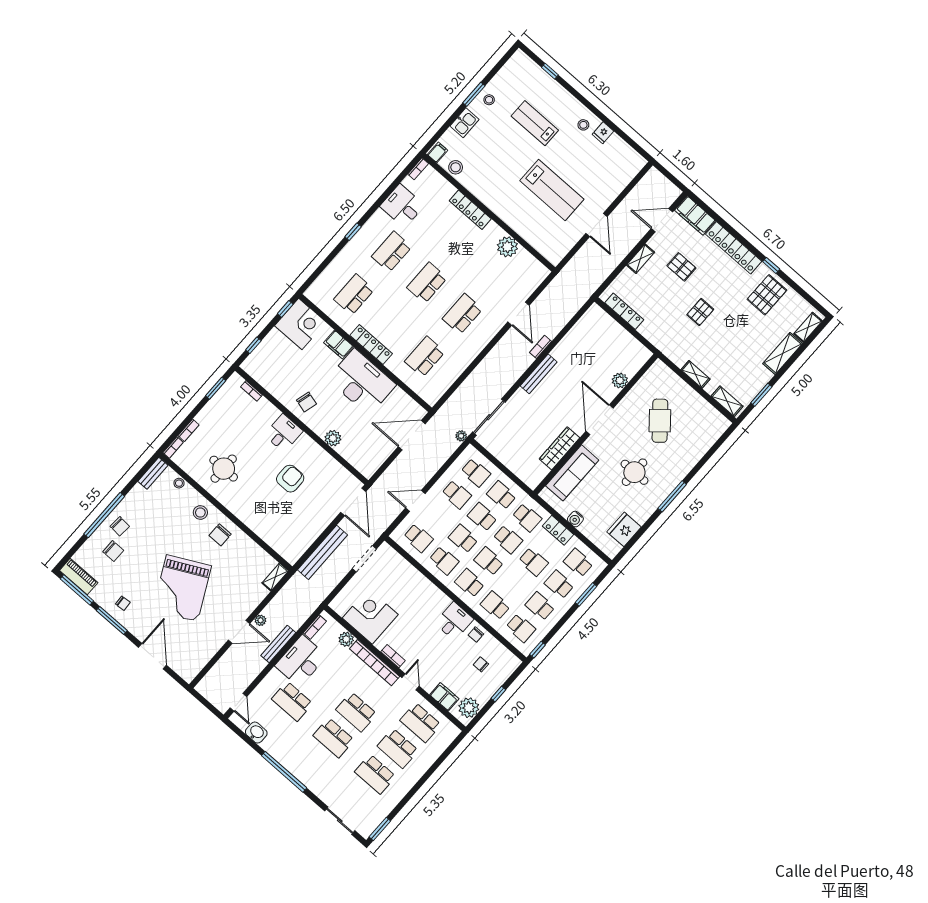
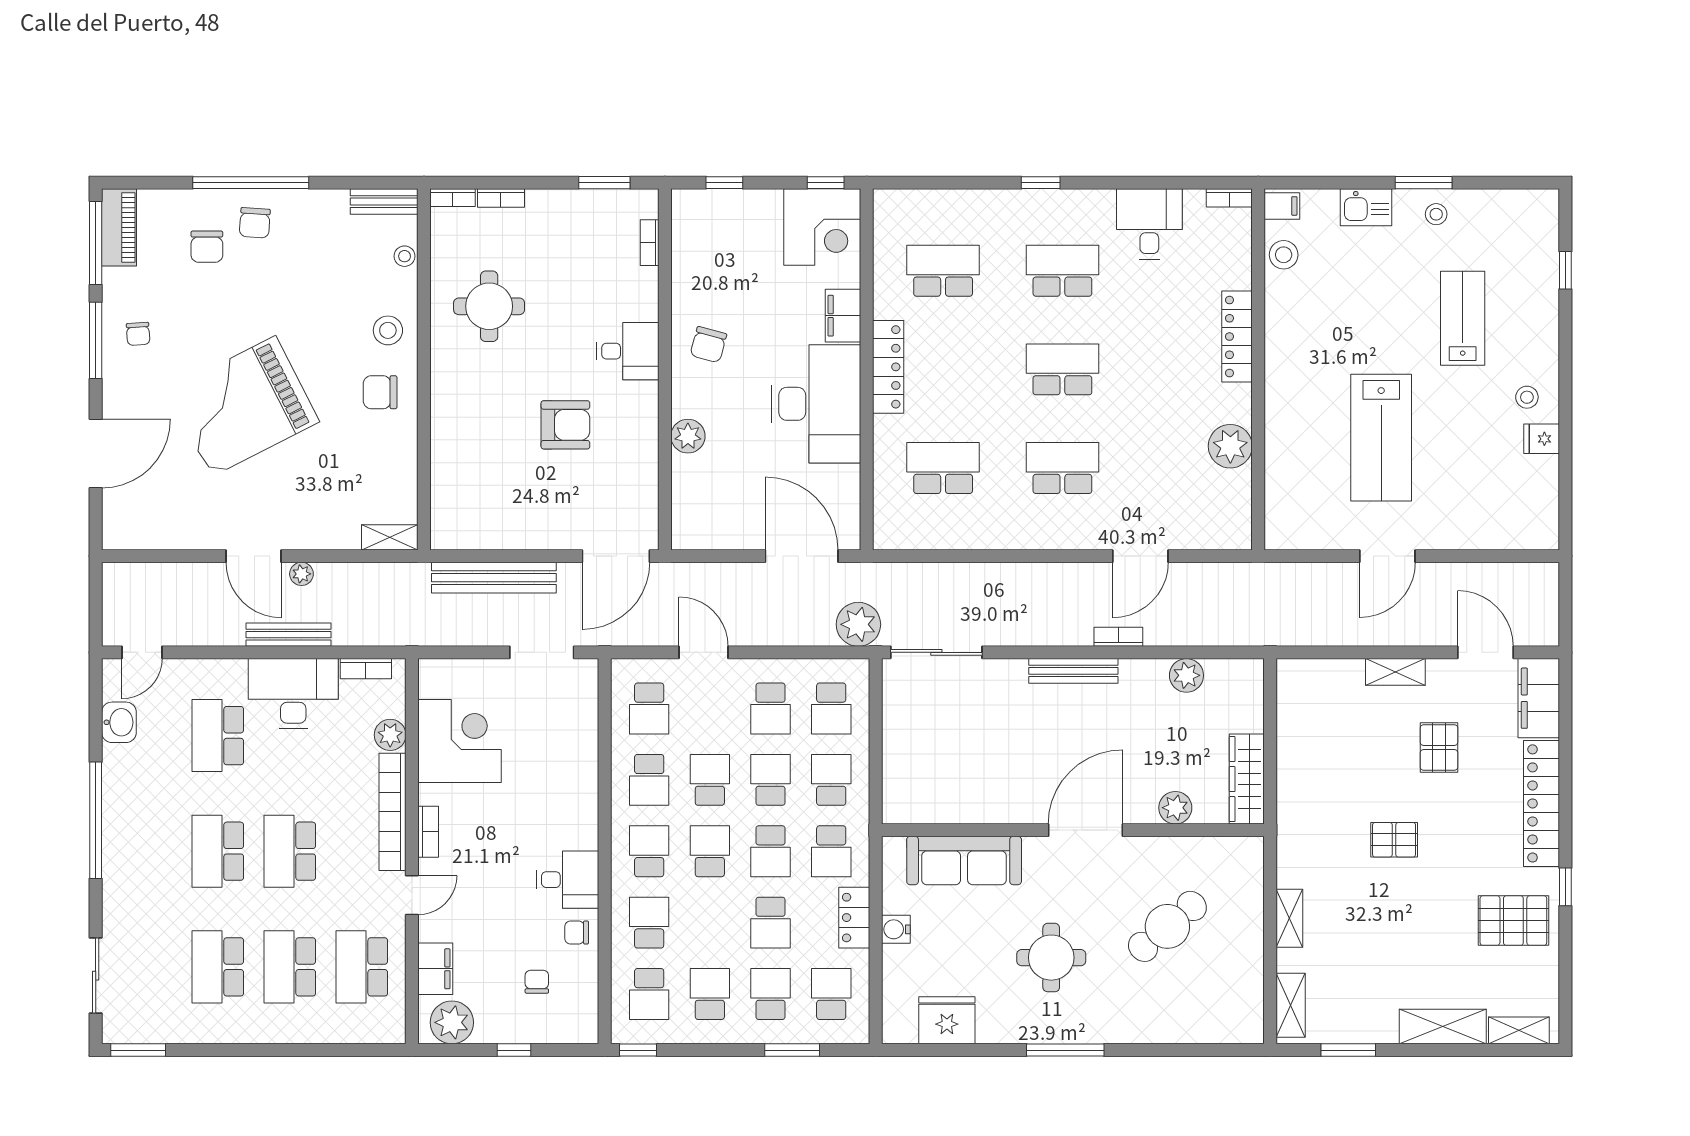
locker: (624, 311) -> (1290, 719), removed
plant: (576, 335) -> (1186, 675), added
plant: (461, 436) -> (858, 624), width x1.88, depth x1.88
wardrobe: (560, 448) -> (1247, 779), moved, turned -90

